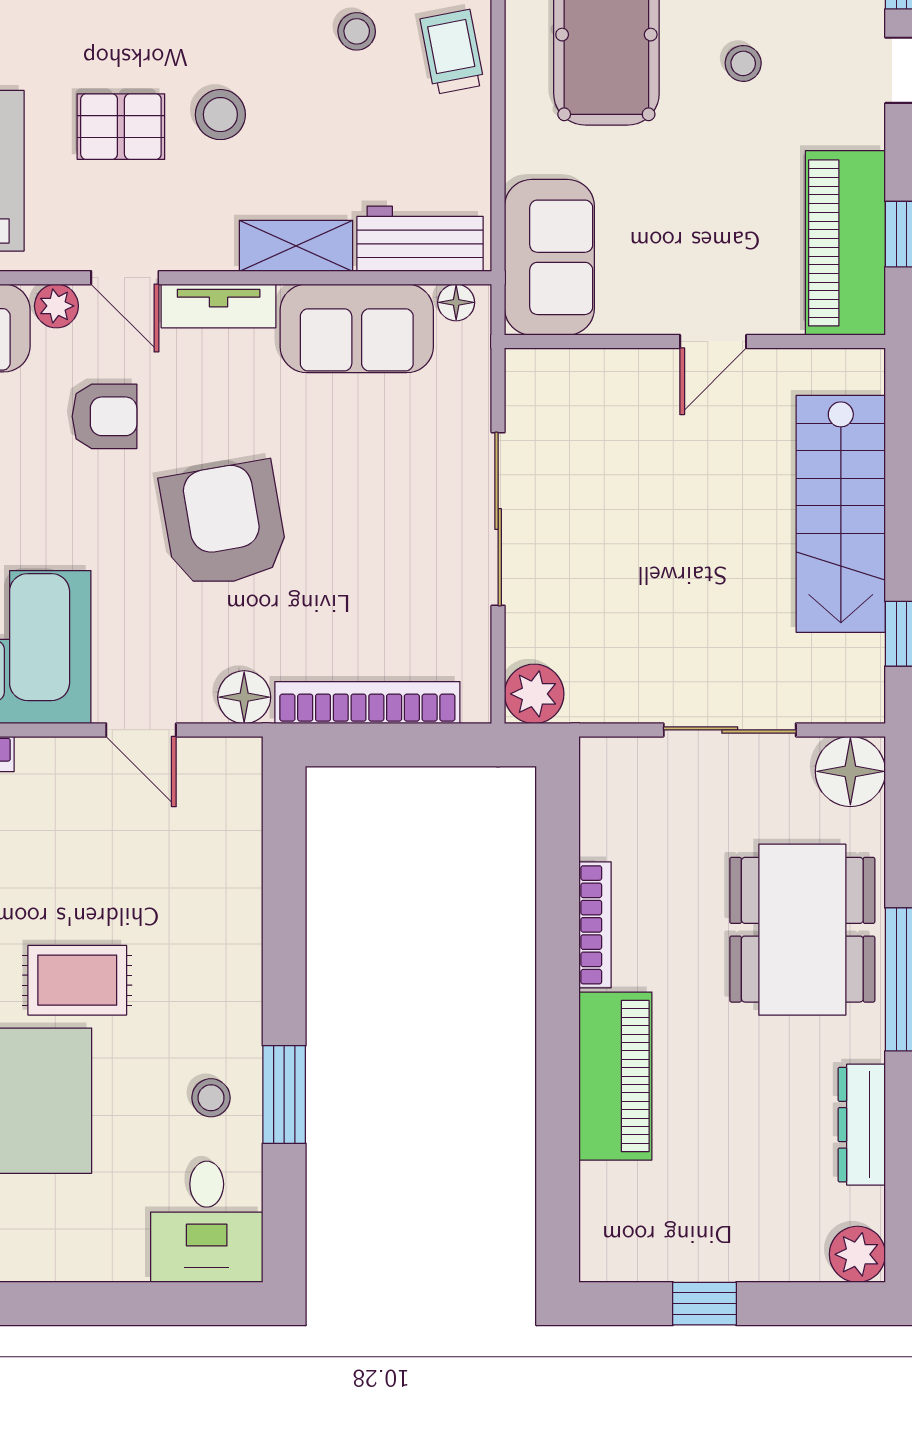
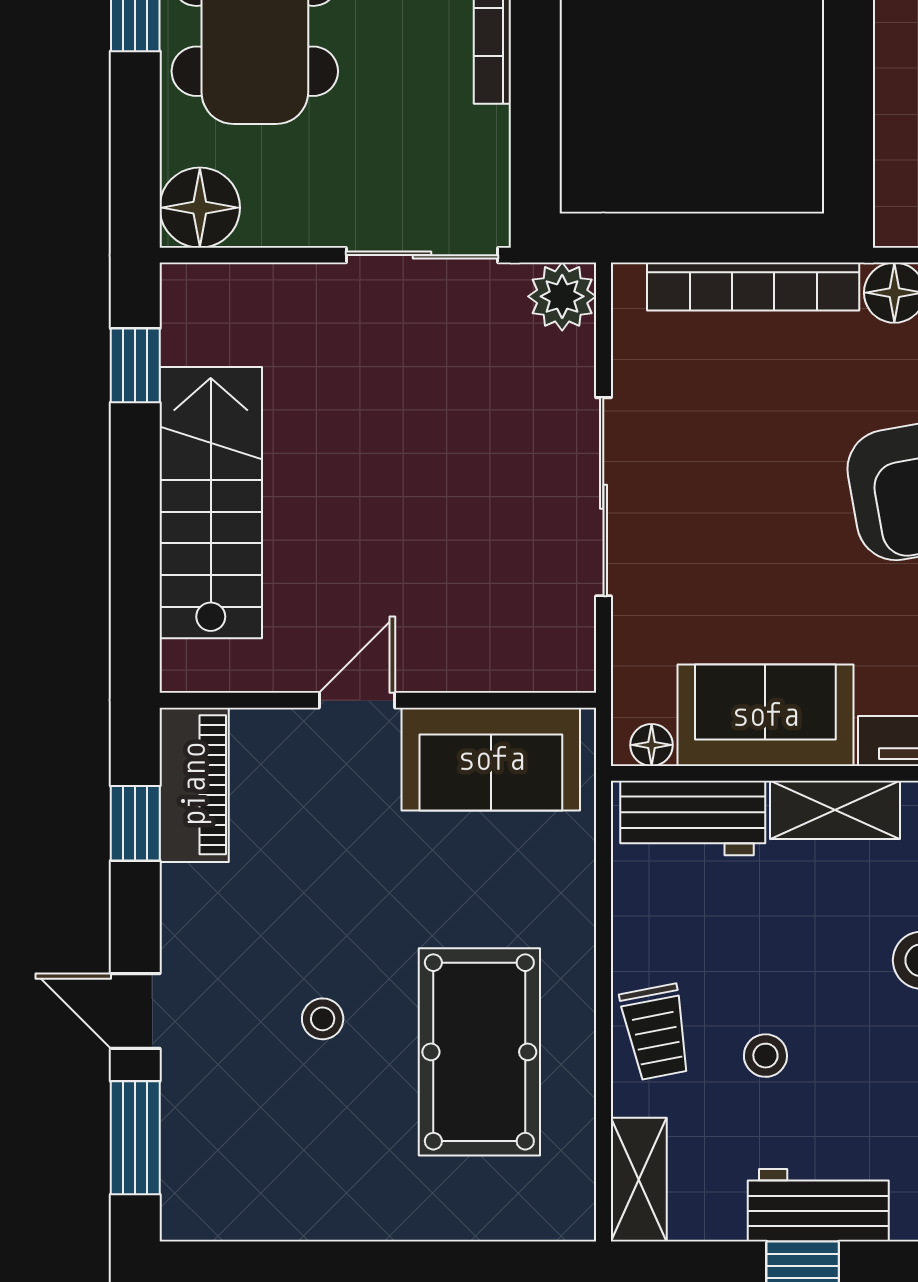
piano: (845, 243) -> (194, 785), width x0.73, depth x0.75
sofa: (549, 257) -> (491, 759), moved, turned -90
sliding door: (730, 730) -> (422, 255), moved

